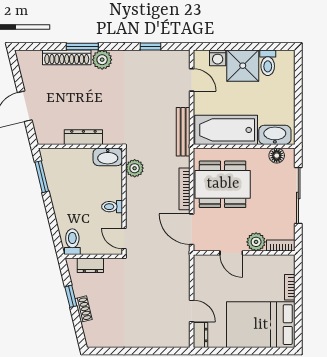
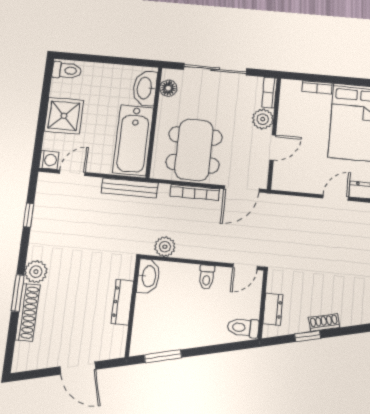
washing machine: (218, 58) -> (49, 160), moved
toilet: (268, 63) -> (67, 70), moved

